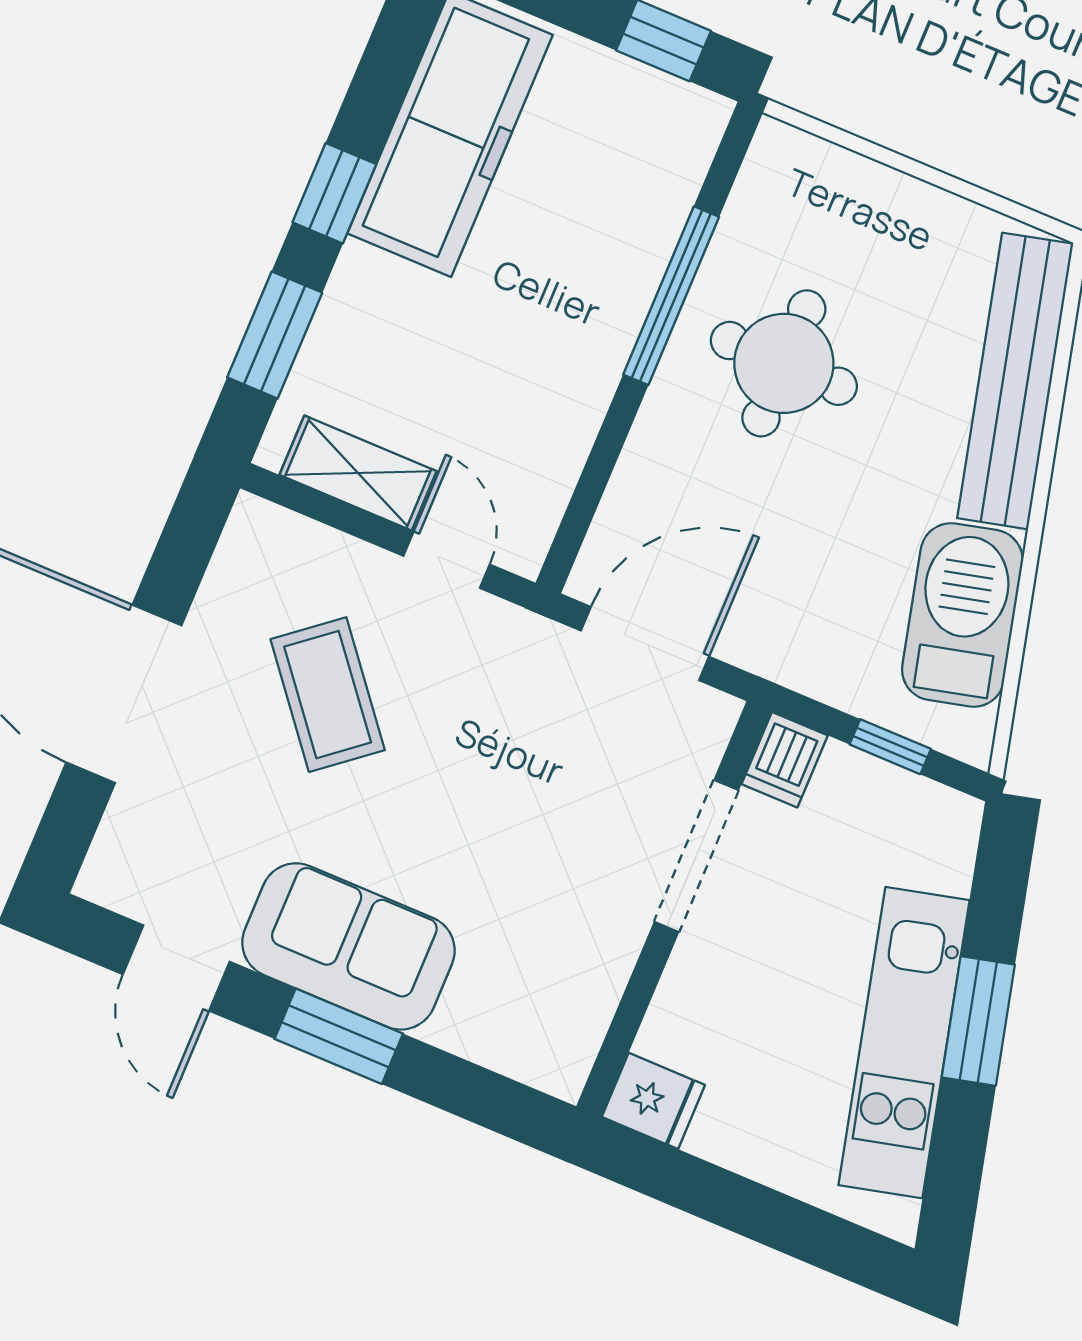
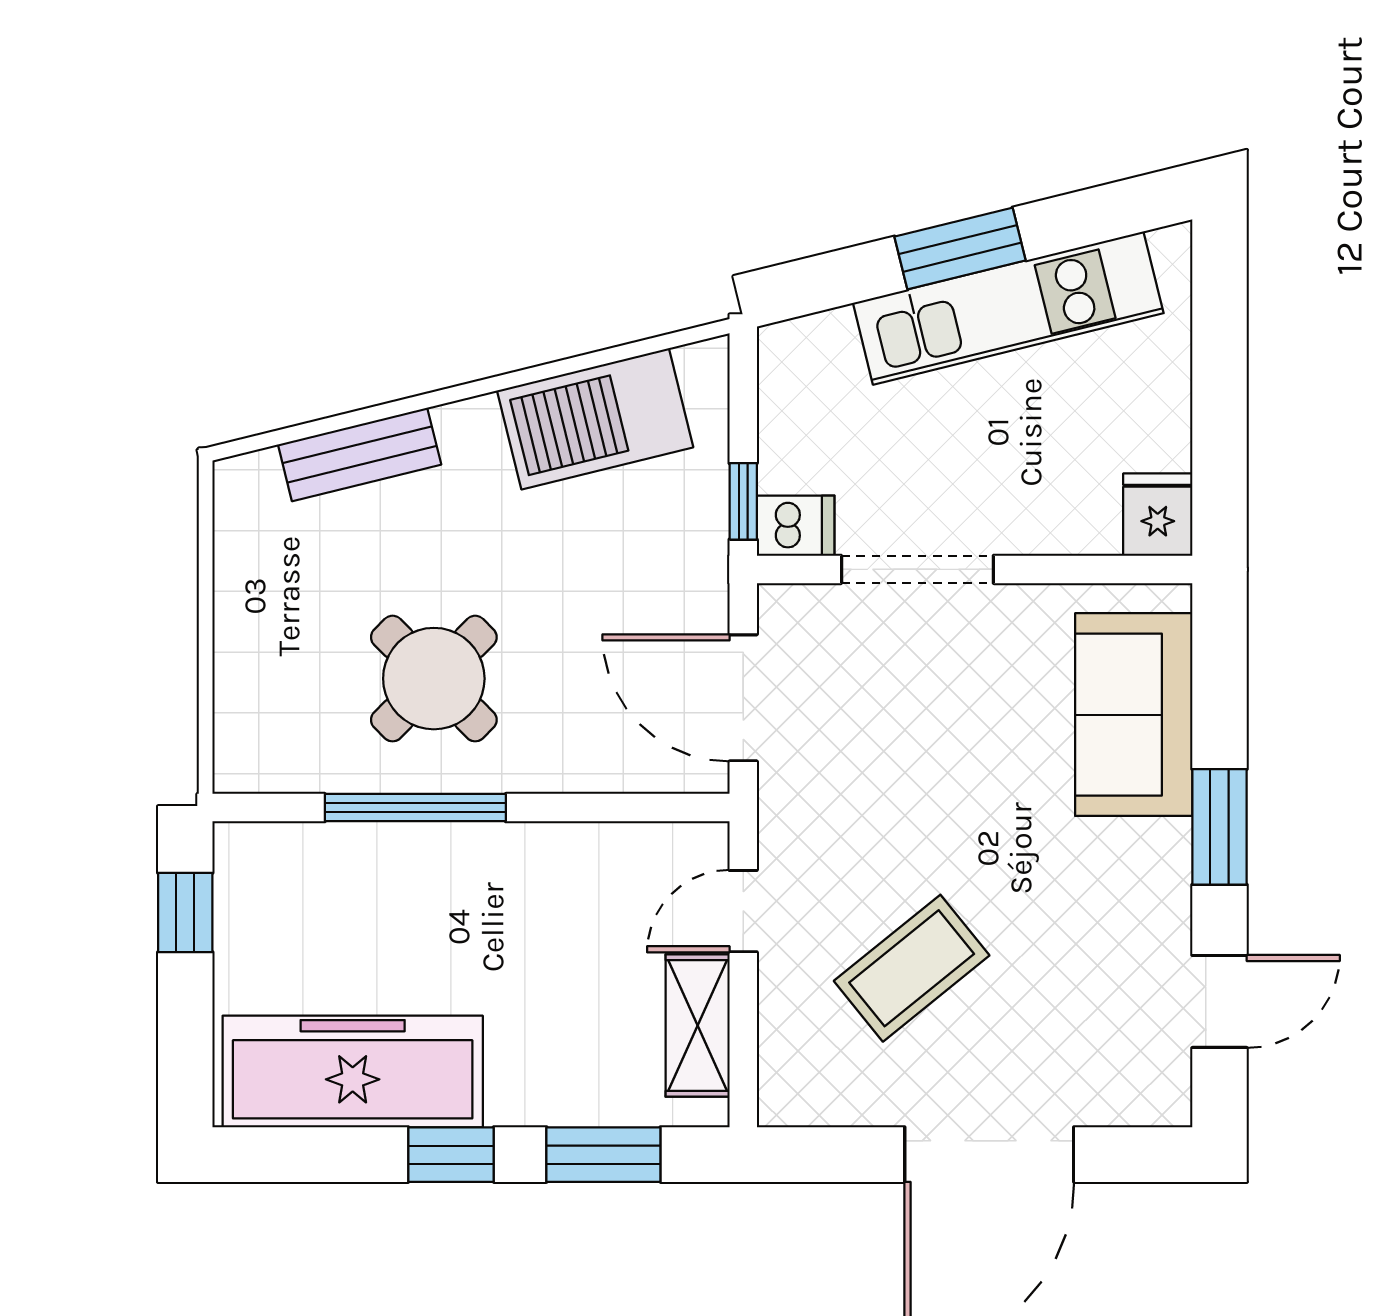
round table: (784, 363) -> (434, 679), turned 45
bench: (1015, 381) -> (360, 454), width x0.54, depth x0.82
window: (890, 747) -> (743, 501), moved
sofa: (348, 946) -> (1134, 715), moved

